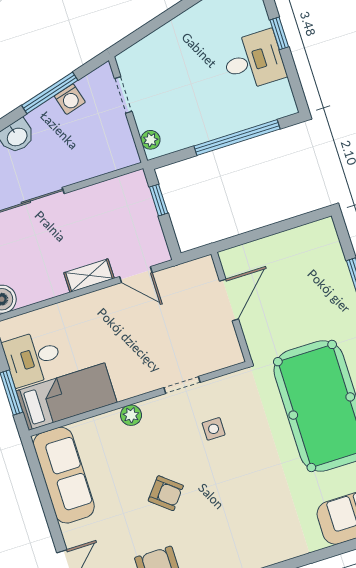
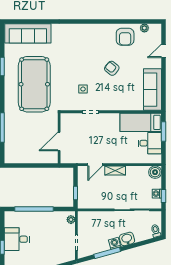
washing machine: (70, 99) -> (115, 243), moved
door: (136, 275) -> (95, 165), swing flipped
plant: (131, 415) -> (116, 106), removed

